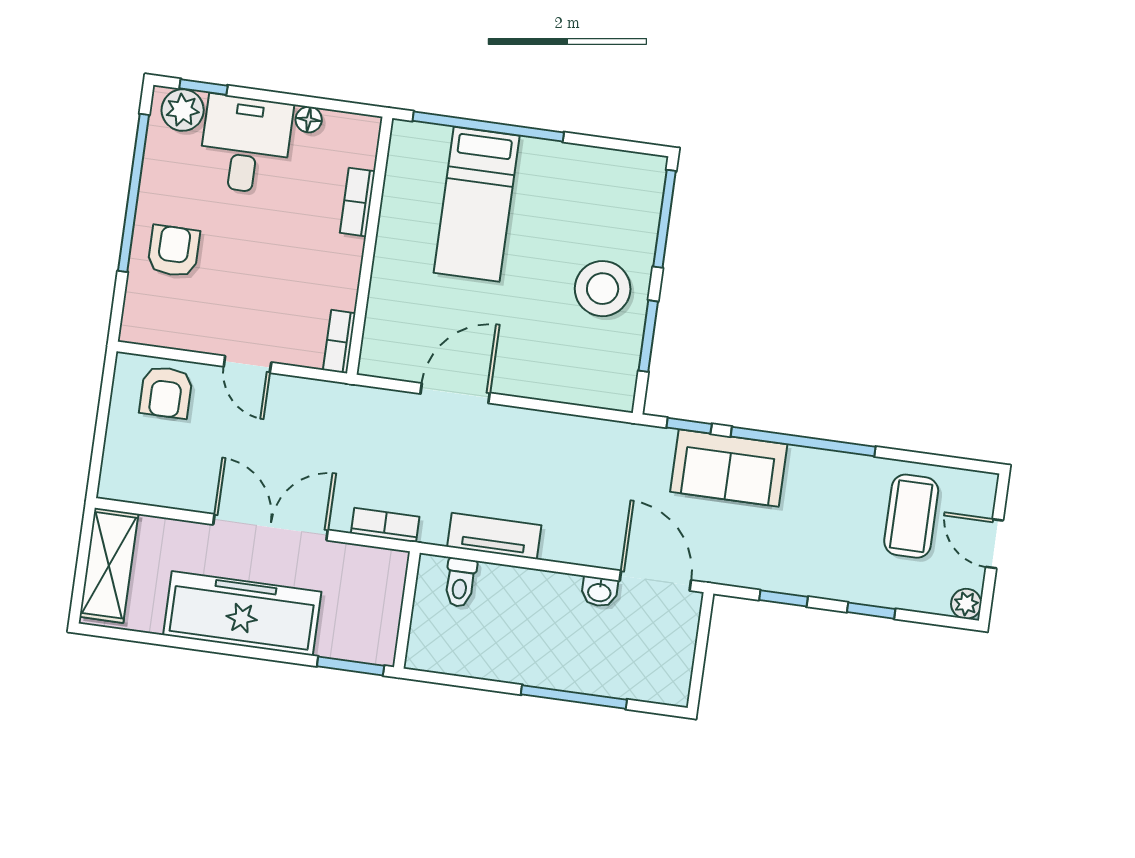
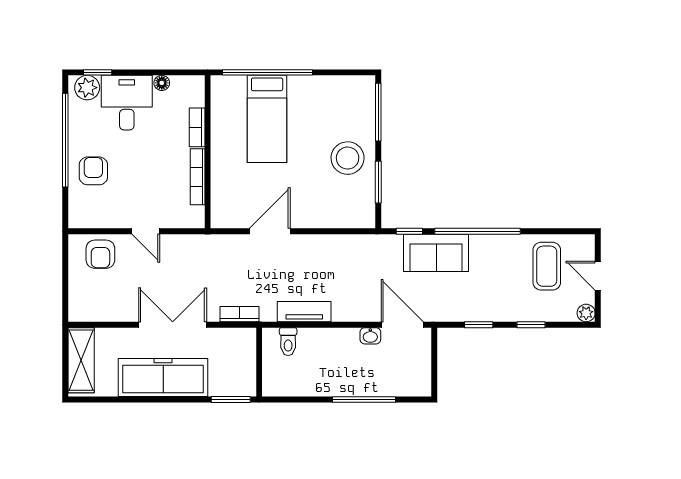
bookcase: (339, 342) -> (198, 177), moved, width x1.56

